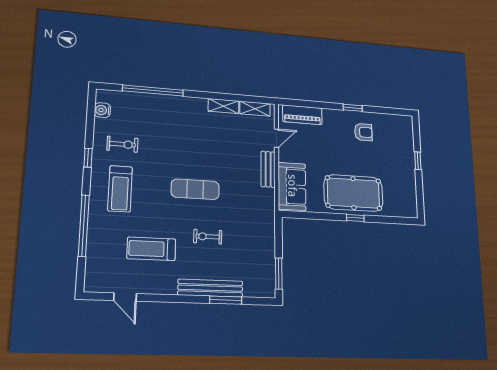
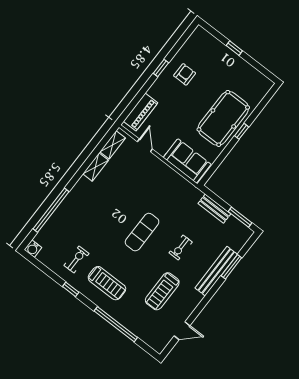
water cooler: (102, 110) -> (33, 249), moved
bench: (268, 169) -> (214, 209), moved

